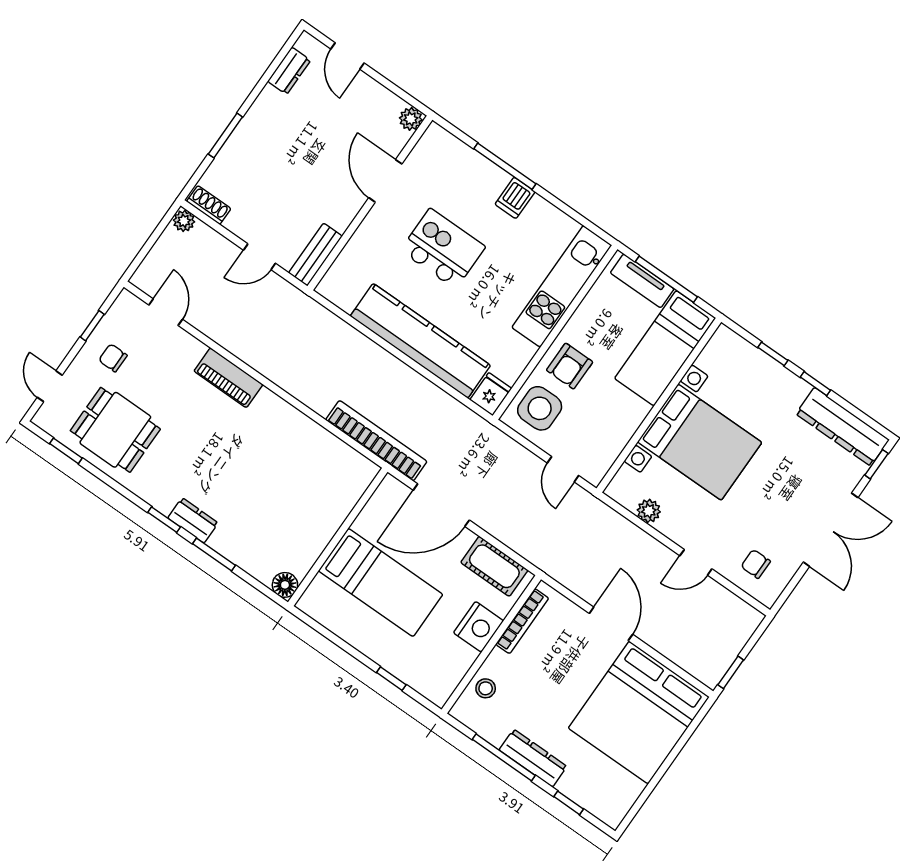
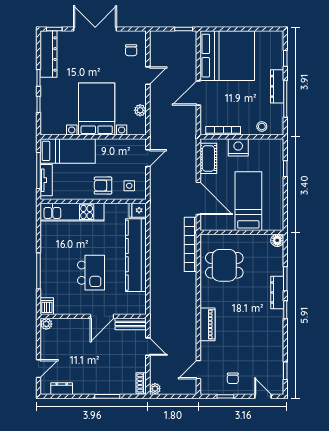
door: (385, 181) -> (102, 316), moved
dishwasher: (515, 198) -> (47, 306), moved, turned -90
kitchen island: (443, 249) -> (91, 273), turned 180
armchair: (570, 366) -> (103, 186), turned 180
door: (50, 386) -> (263, 396), swing flipped
side table: (540, 408) -> (129, 186), width x0.54, depth x0.54
dining table: (115, 430) -> (224, 265), moved, turned 90
dresser: (193, 520) -> (277, 293), width x1.44
door: (696, 562) -> (148, 76), hinge flipped

